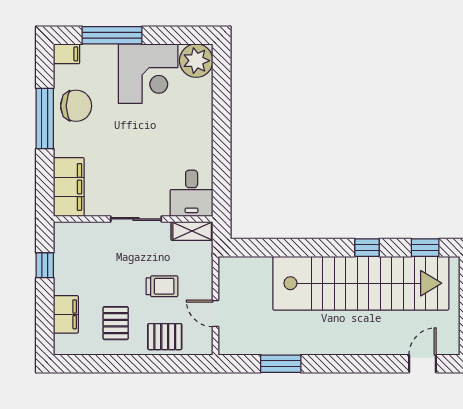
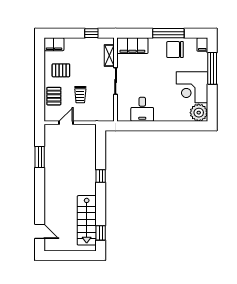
chair: (76, 106) -> (175, 50), turned 90
desk: (192, 193) -> (142, 109), moved, turned -90
shelving: (192, 231) -> (109, 56), moved
window: (367, 248) -> (101, 176), moved
stairs: (361, 283) -> (87, 220), width x0.54, depth x0.66
filing cabinet: (66, 314) -> (54, 44), moved

